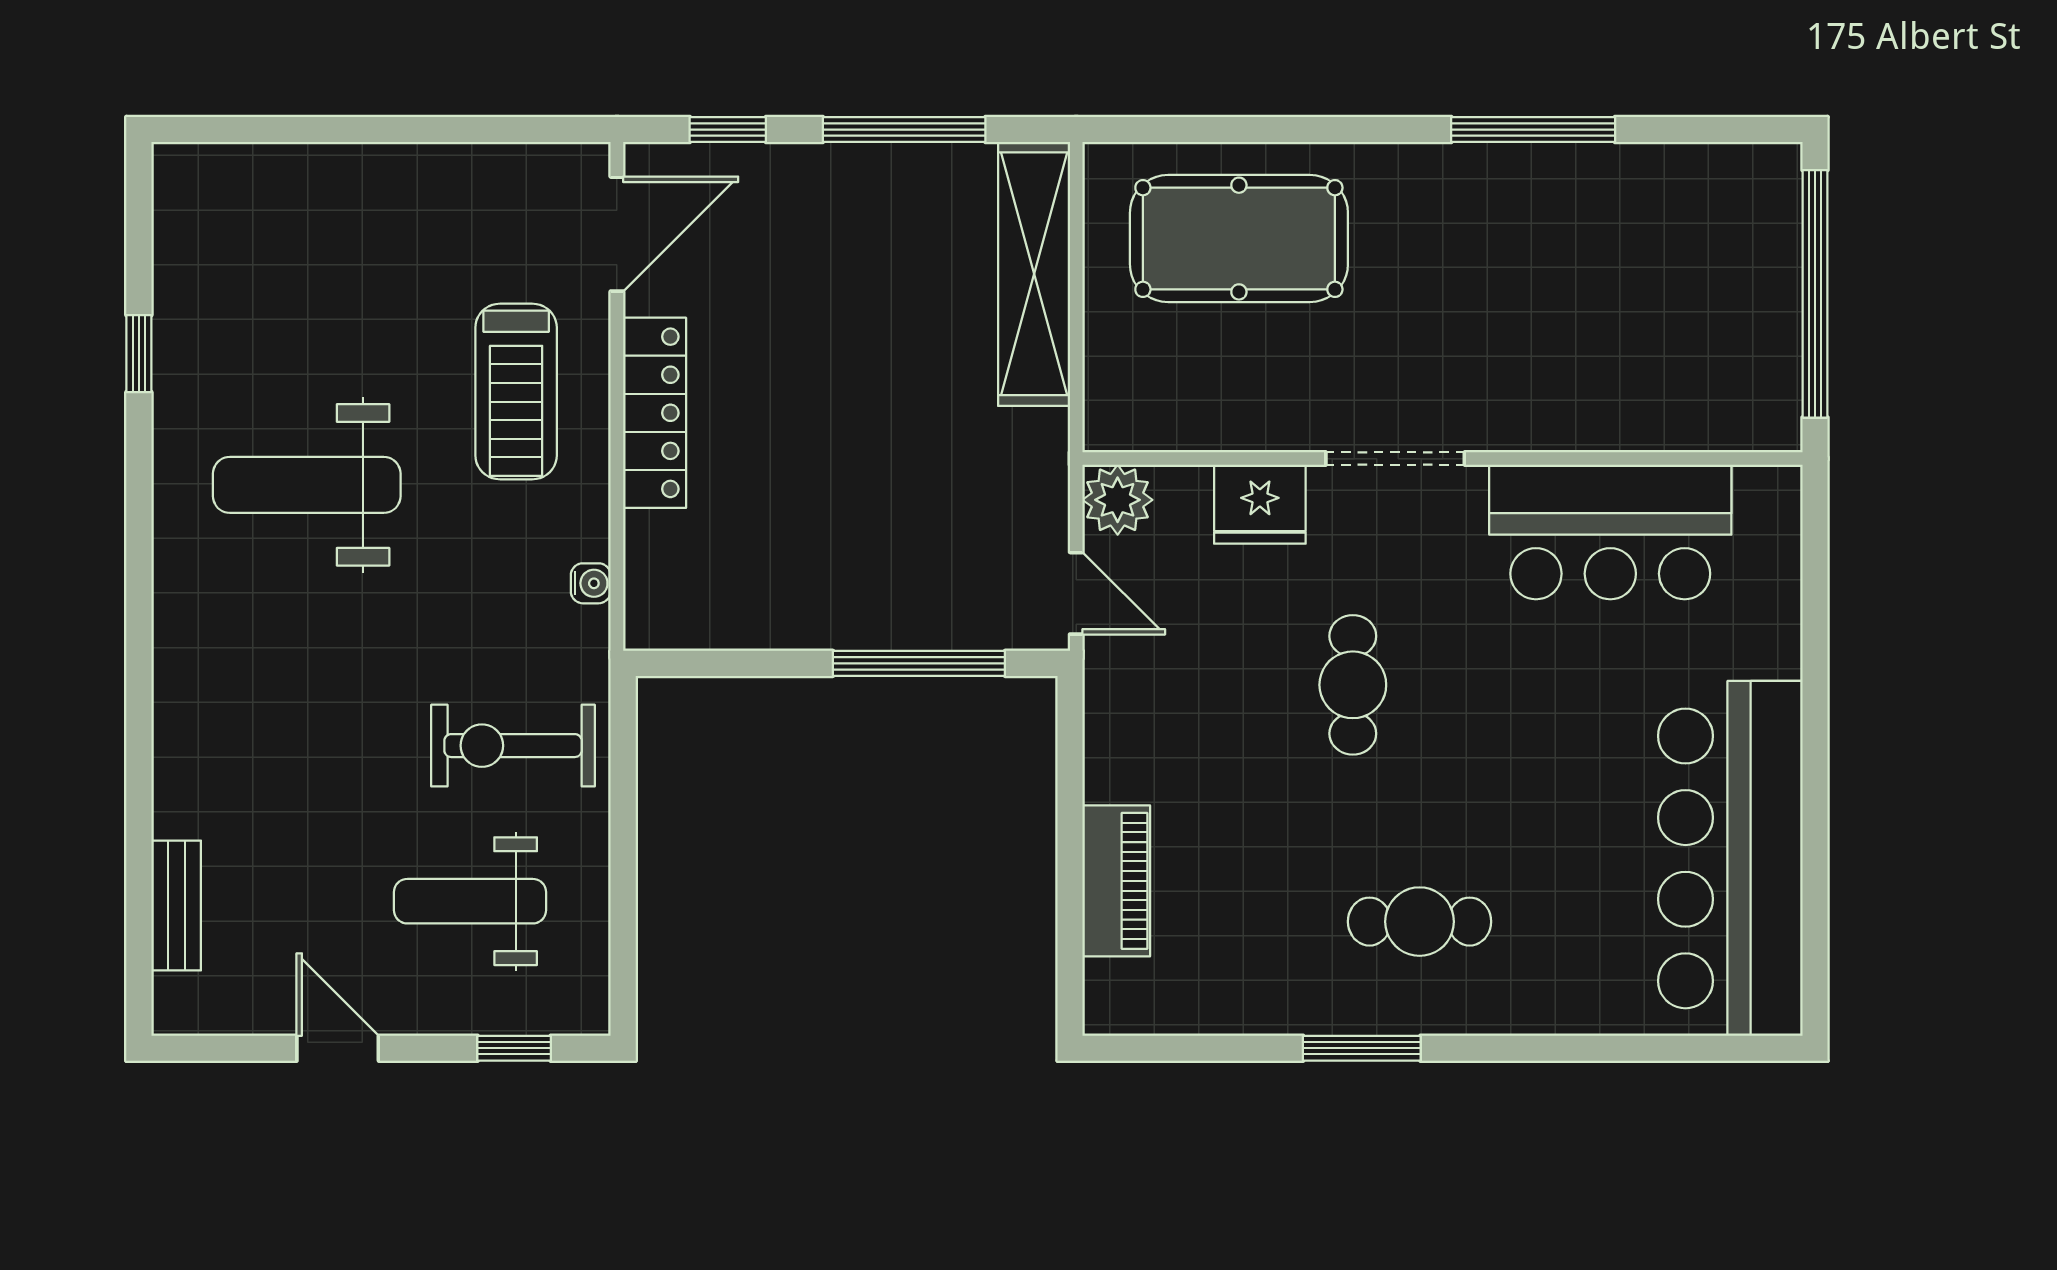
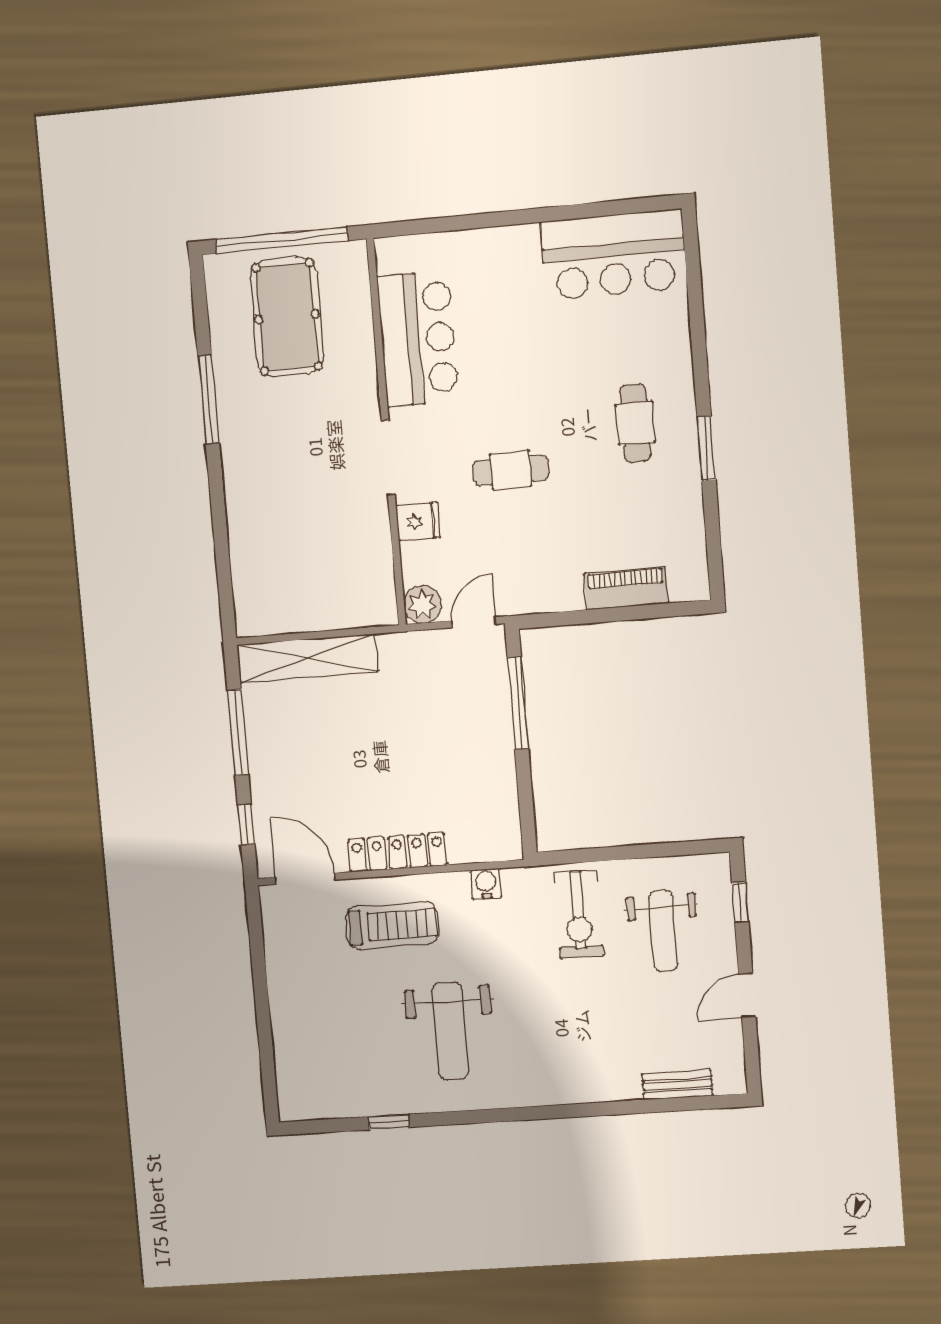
pool table: (1239, 239) -> (287, 317), moved
fridge: (1260, 504) -> (418, 522), width x0.72
water cooler: (591, 583) -> (486, 884), width x1.38, depth x1.38
bar counter: (1730, 858) -> (614, 255), width x0.73

